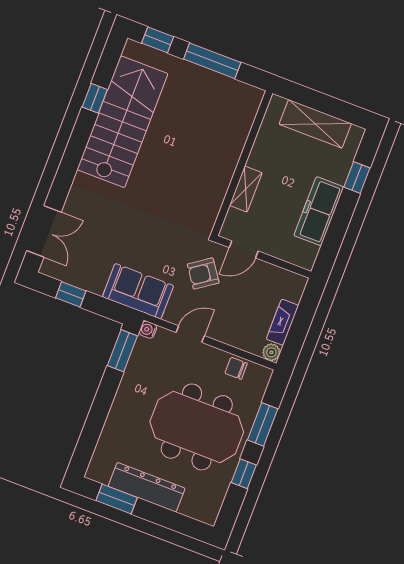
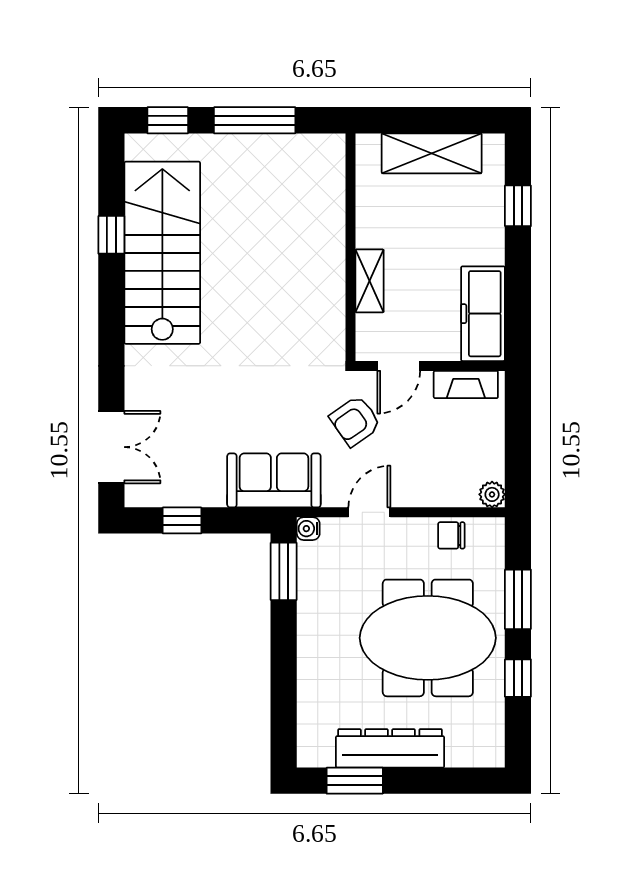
freezer: (319, 211) -> (483, 314), moved
fireplace: (282, 322) -> (466, 384), moved, turned -90

